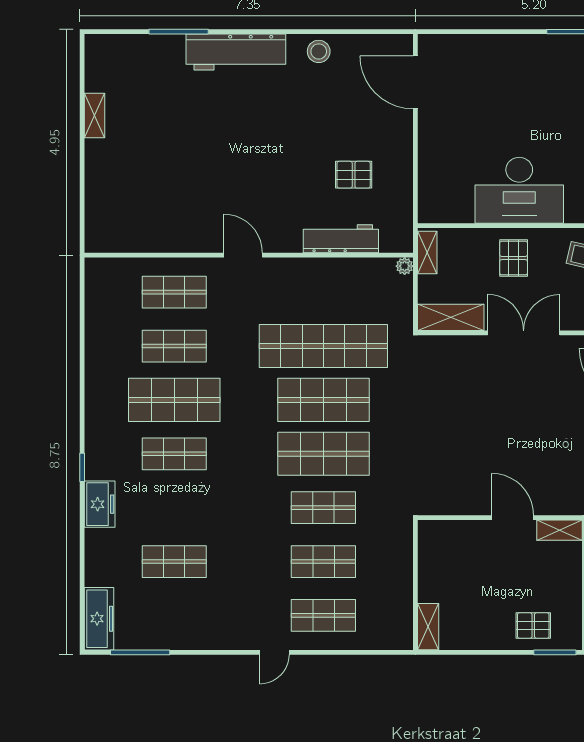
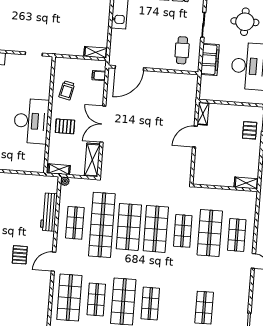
pallet: (354, 175) -> (20, 255), moved
shop shelf: (174, 292) -> (69, 297), width x1.43, depth x1.36
shop shelf: (323, 292) -> (75, 223), added
shop shelf: (323, 562) -> (210, 233), width x1.43, depth x1.36

